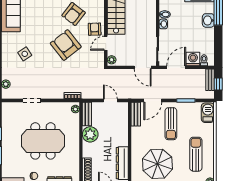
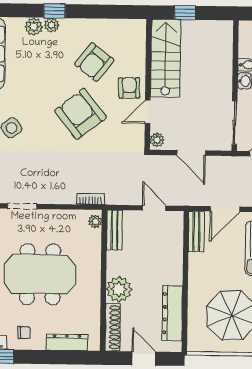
door: (143, 67) -> (191, 153), moved
plant: (90, 134) -> (119, 289), moved

